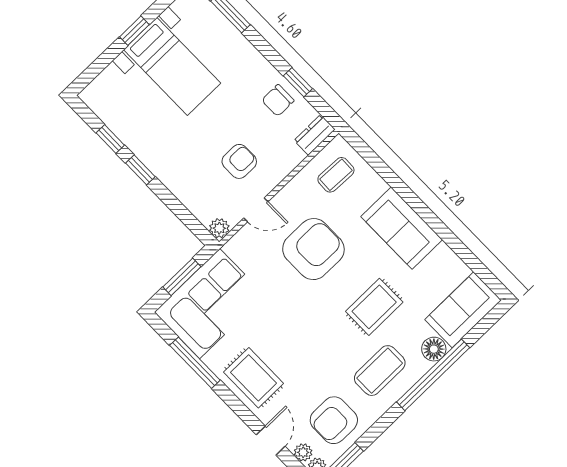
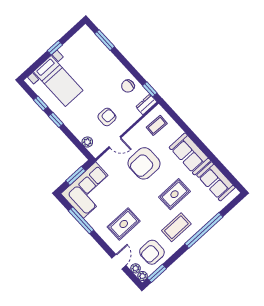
bed with nightstands: (172, 66) -> (58, 81), moved
window: (298, 82) -> (150, 89), moved
plant: (219, 228) -> (87, 142), moved
armchair: (313, 249) -> (144, 163), turned 180
sofa: (463, 310) -> (216, 181), moved, turned -90
floor lamp: (434, 349) -> (205, 217), removed
rug: (254, 378) -> (124, 224), moved, turned 90

